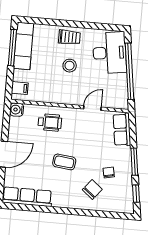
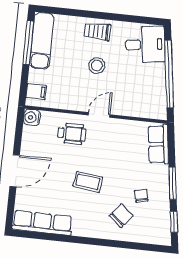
trolley: (69, 37) -> (97, 31), turned 180
desk: (110, 53) -> (145, 44), width x0.73
door: (92, 108) -> (99, 115), moved

